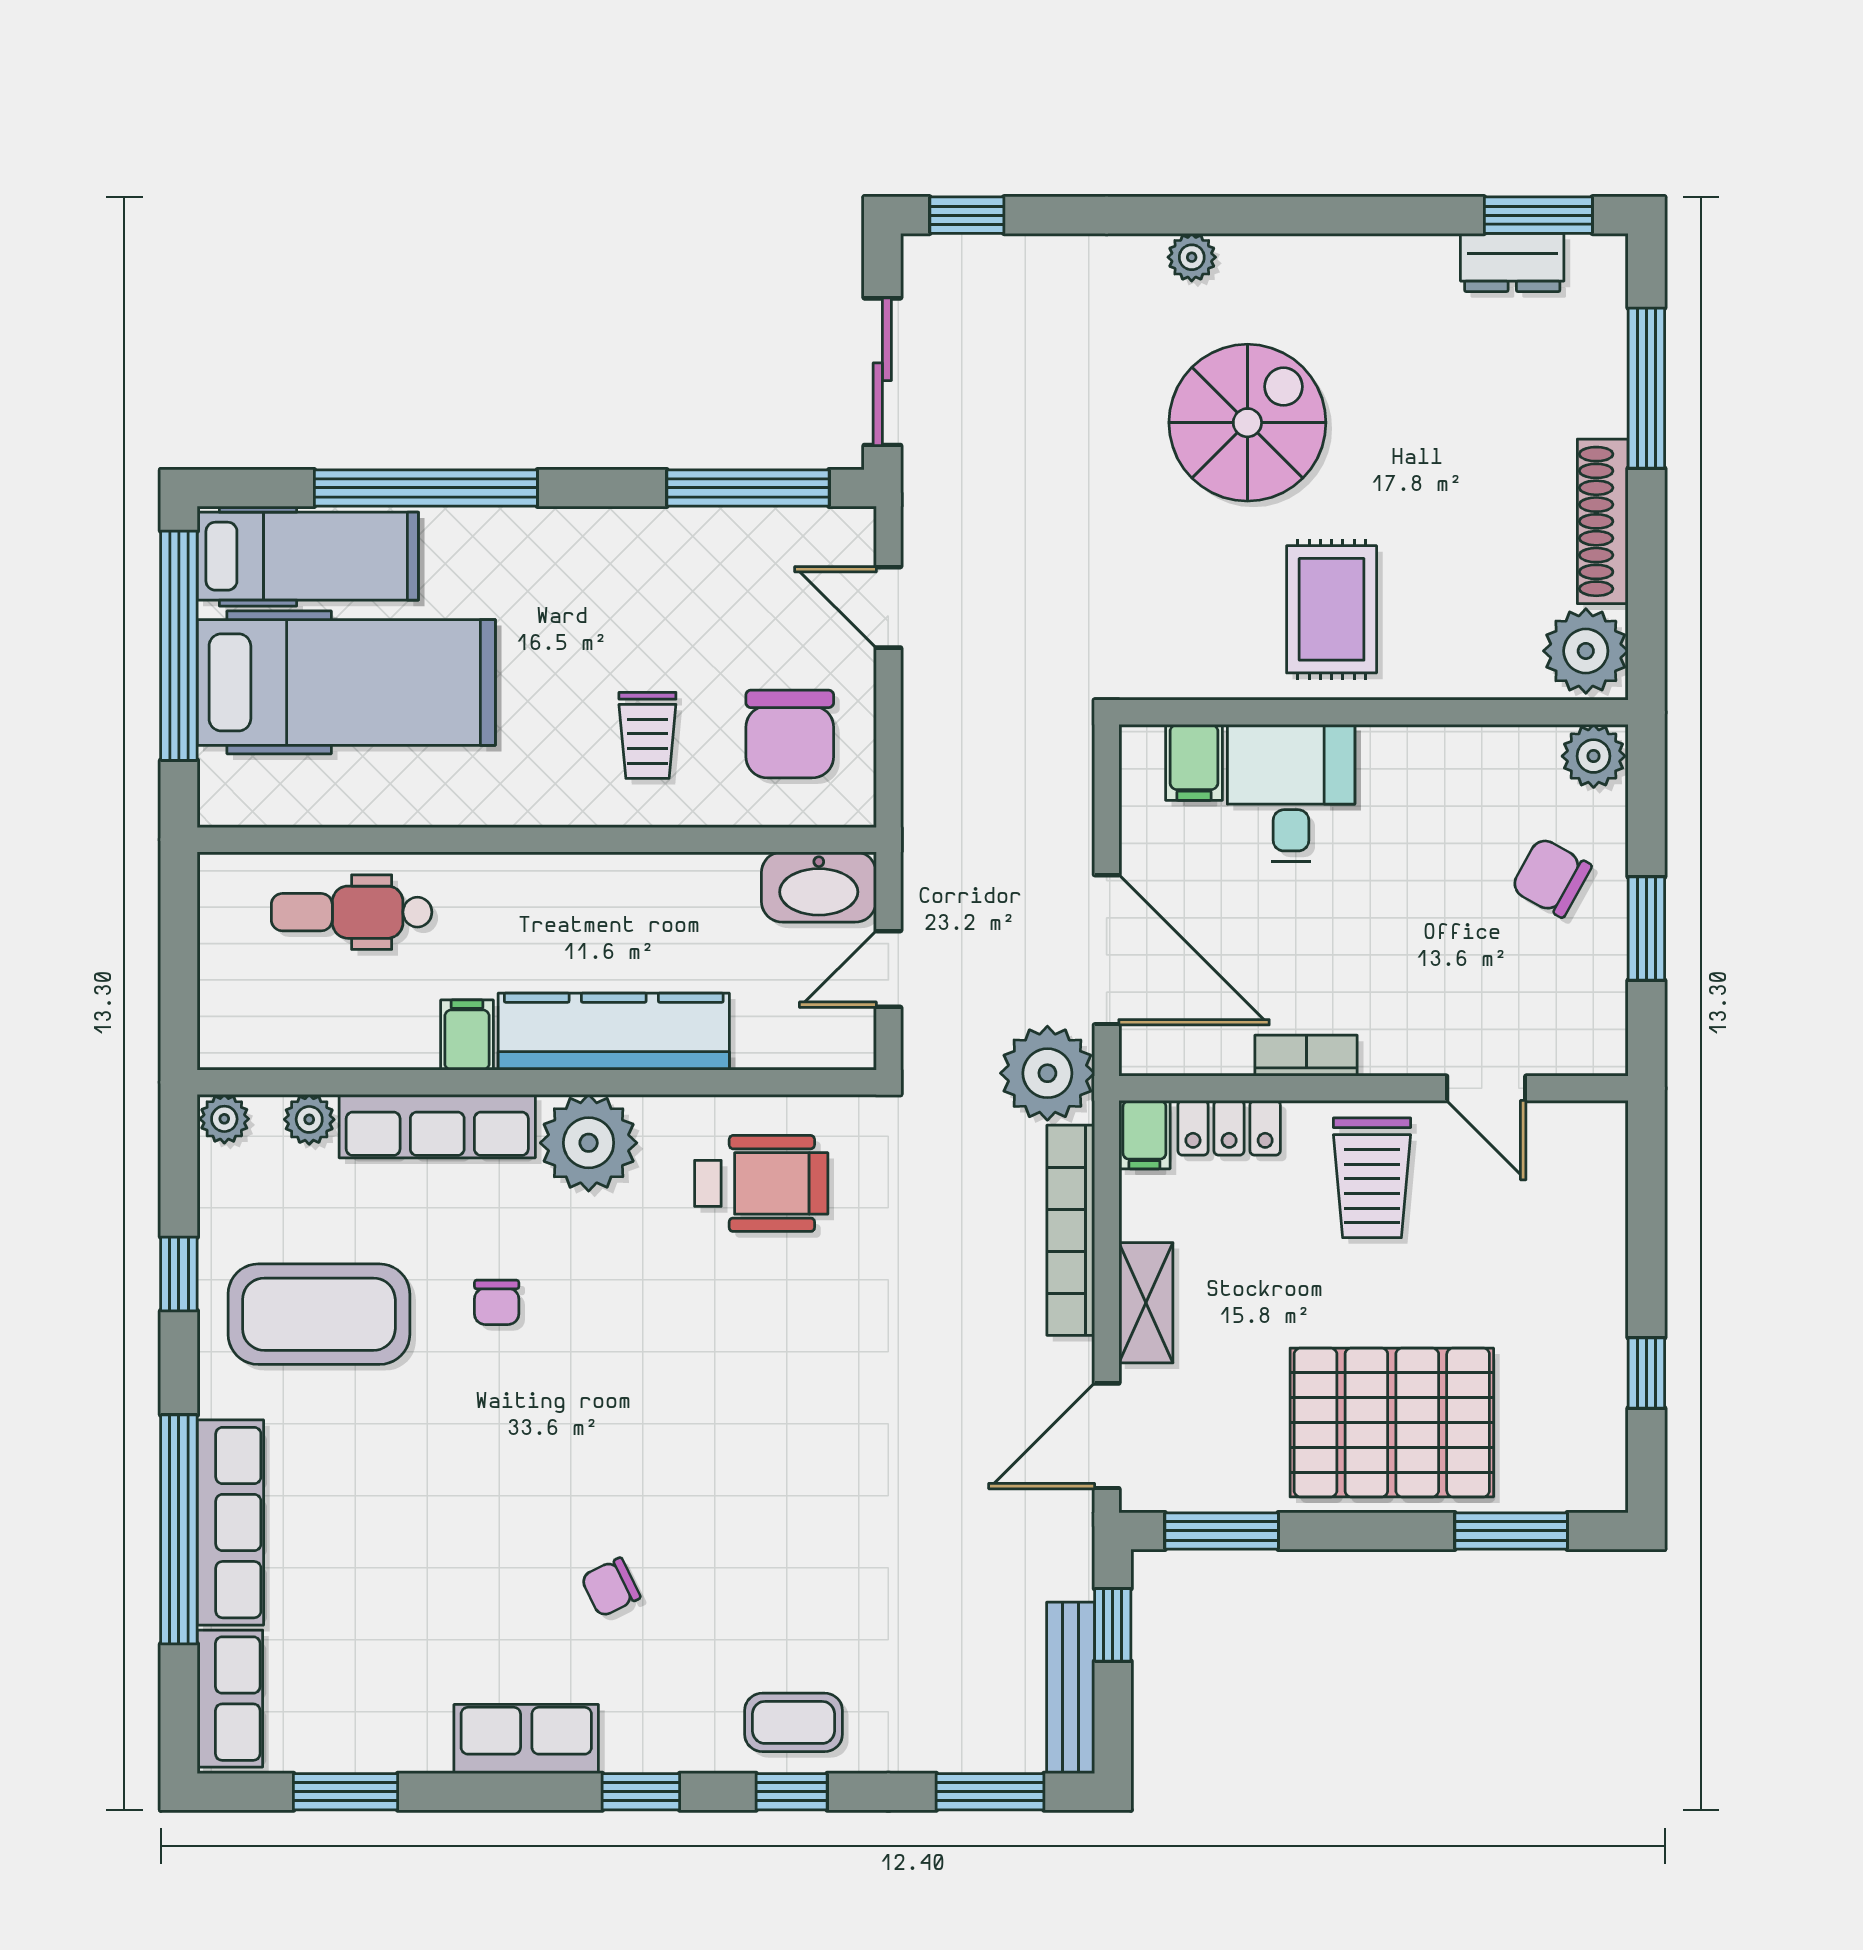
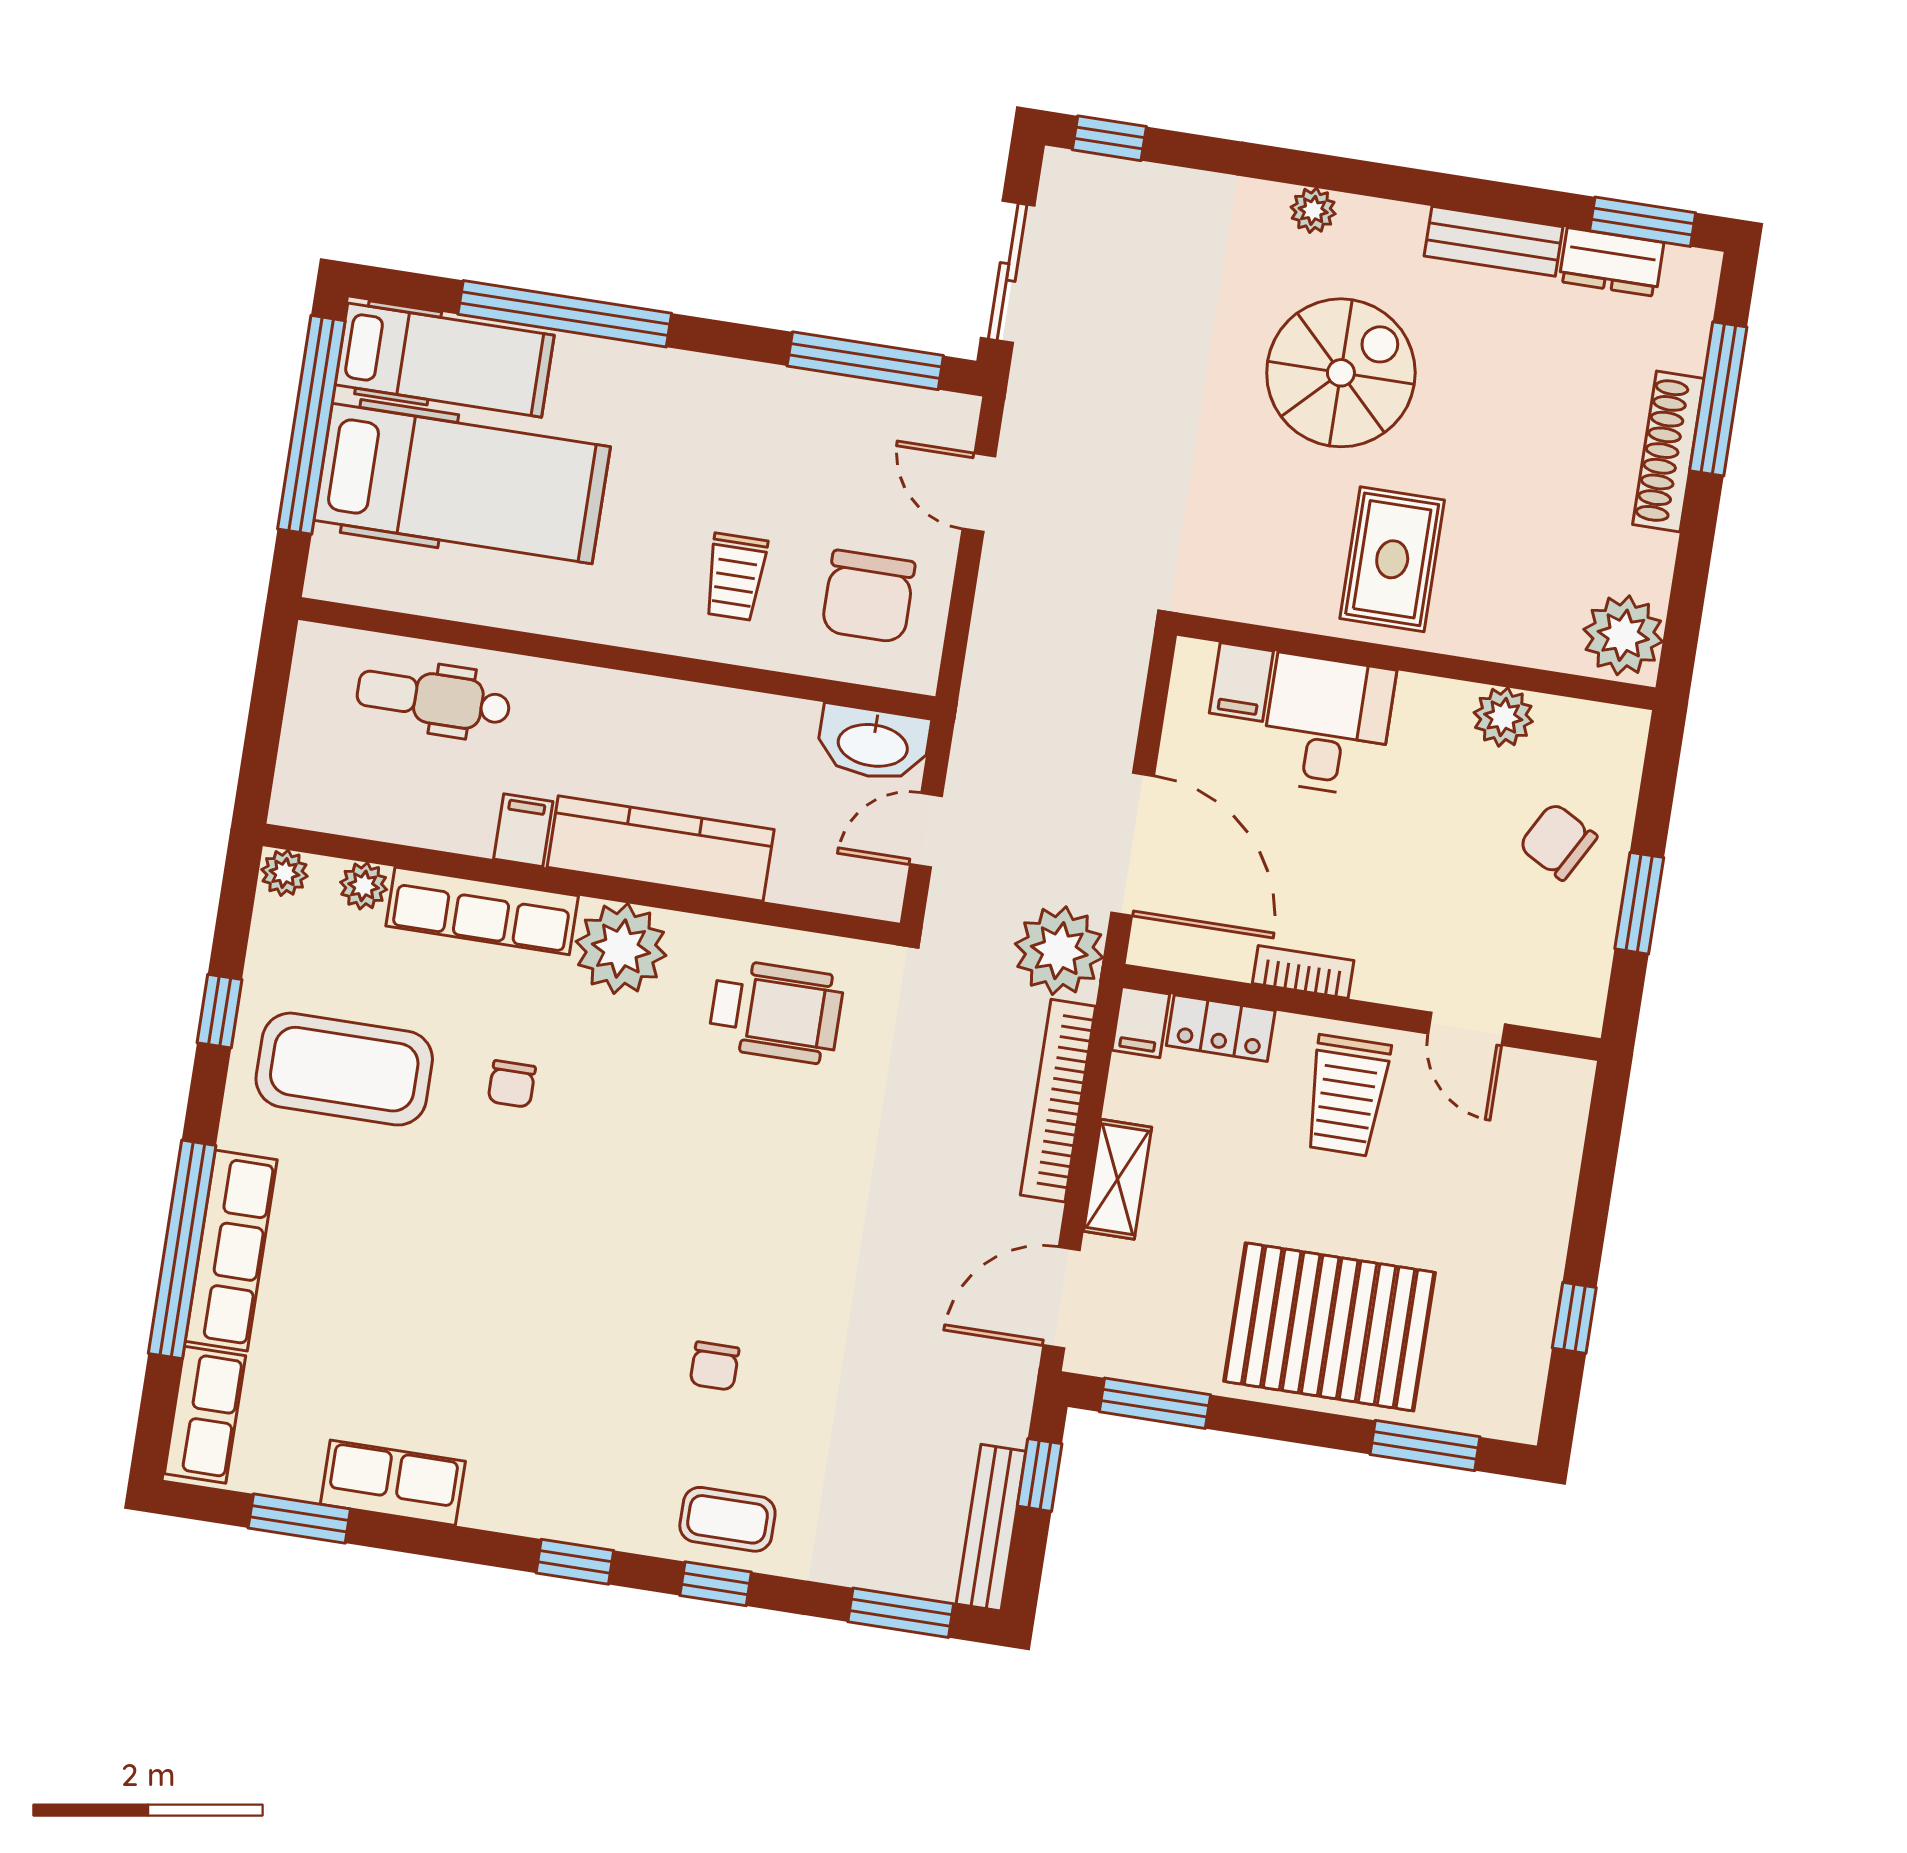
bench: (1385, 260) -> (1494, 241), added
shoe rack: (1603, 521) -> (1668, 452), moved
plant: (1594, 756) -> (1503, 717), moved
chair: (611, 1587) -> (714, 1366), moved, turned -64
row of seats: (526, 1739) -> (393, 1483), moved

